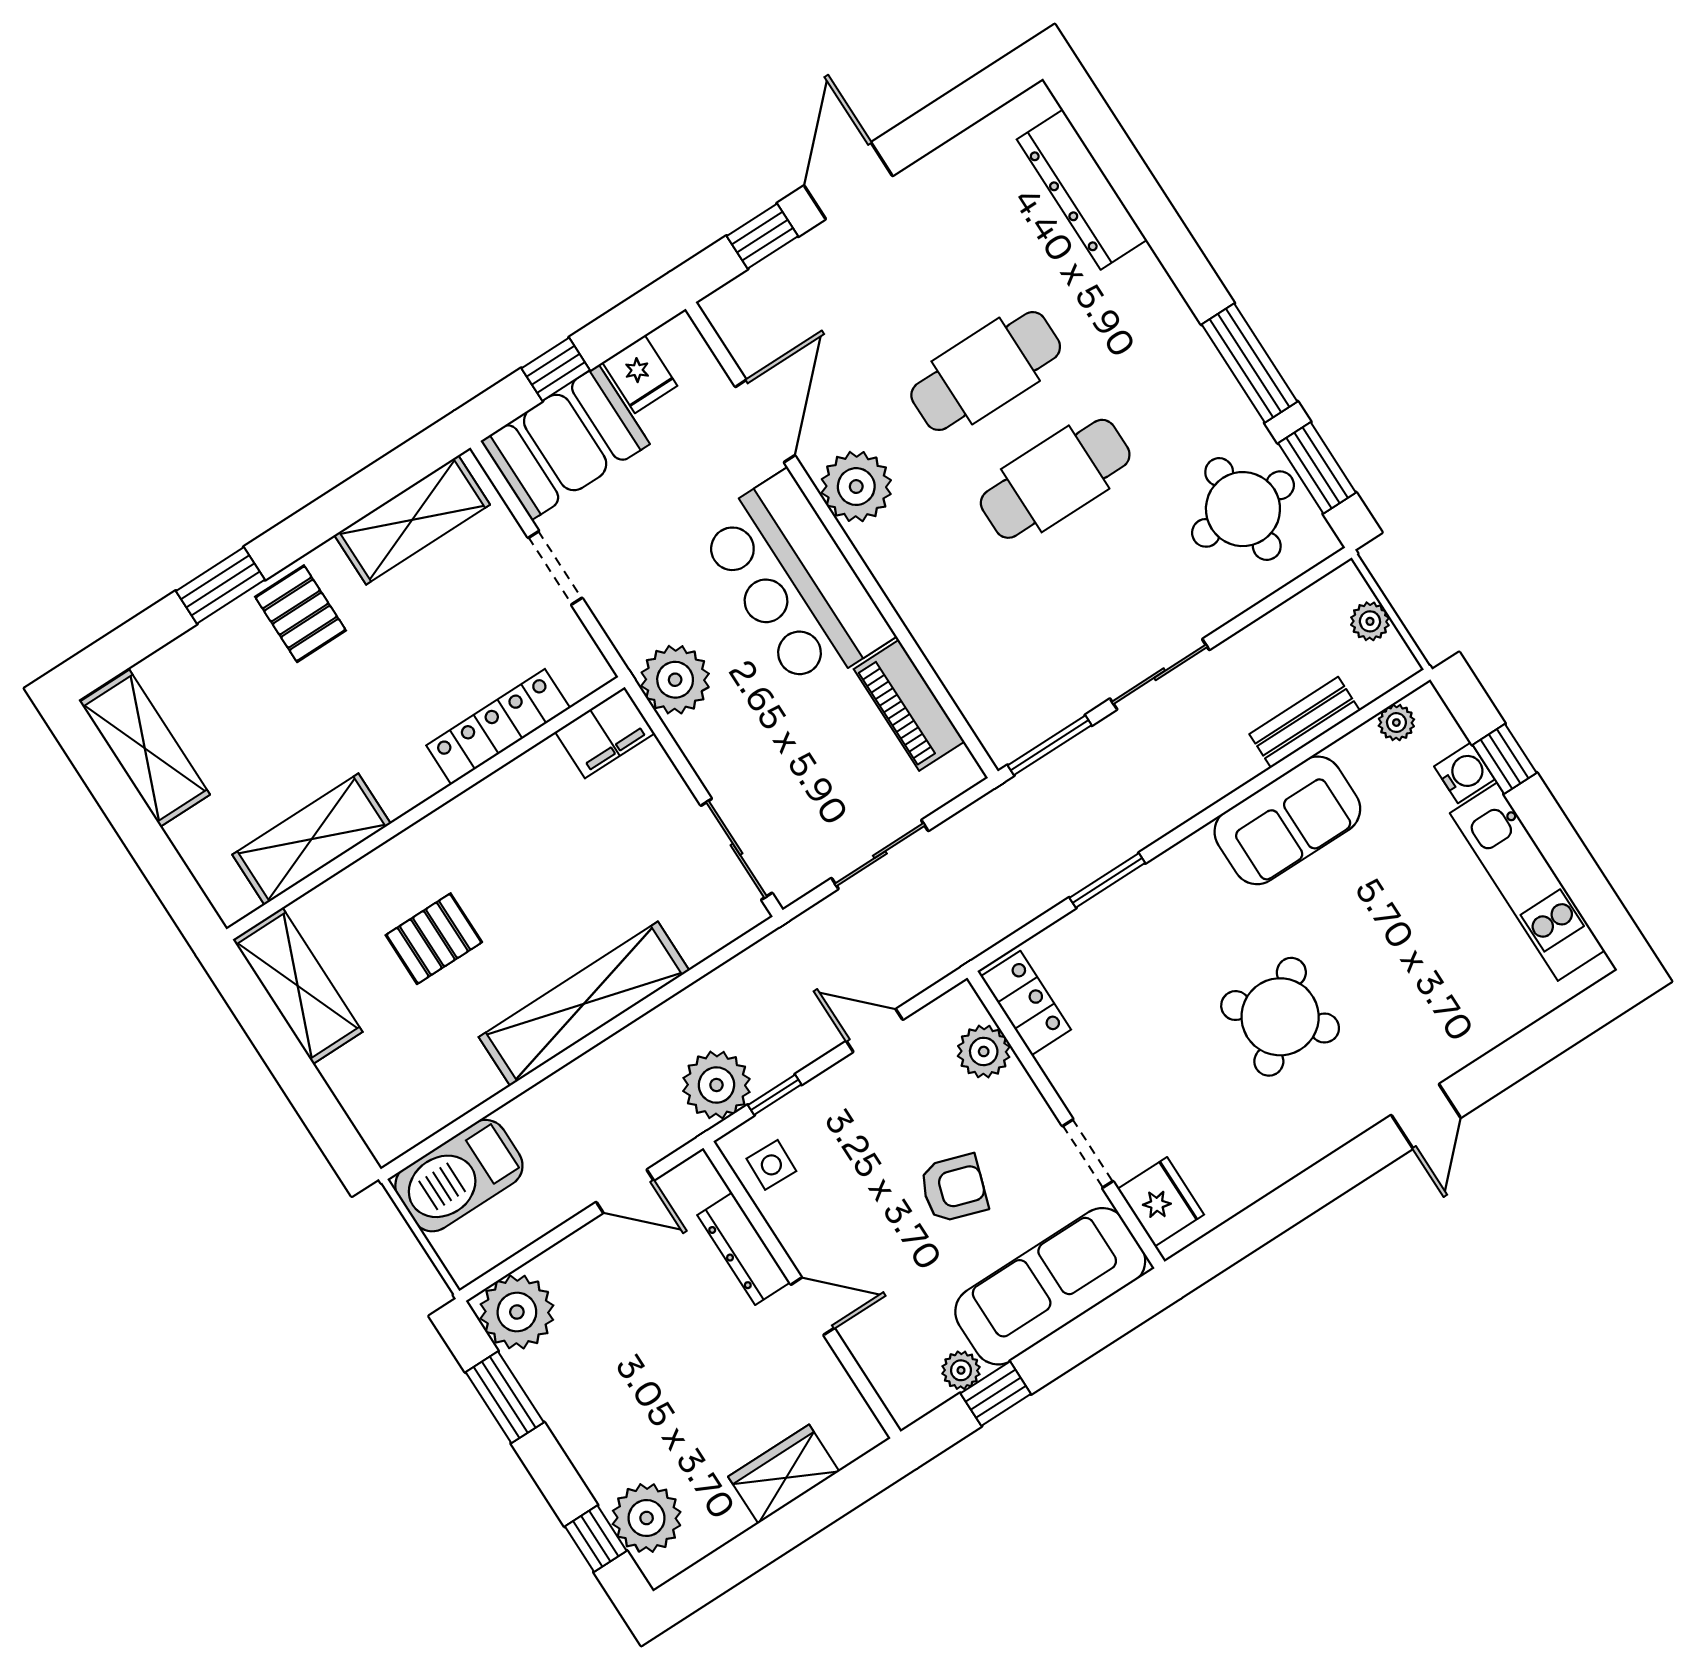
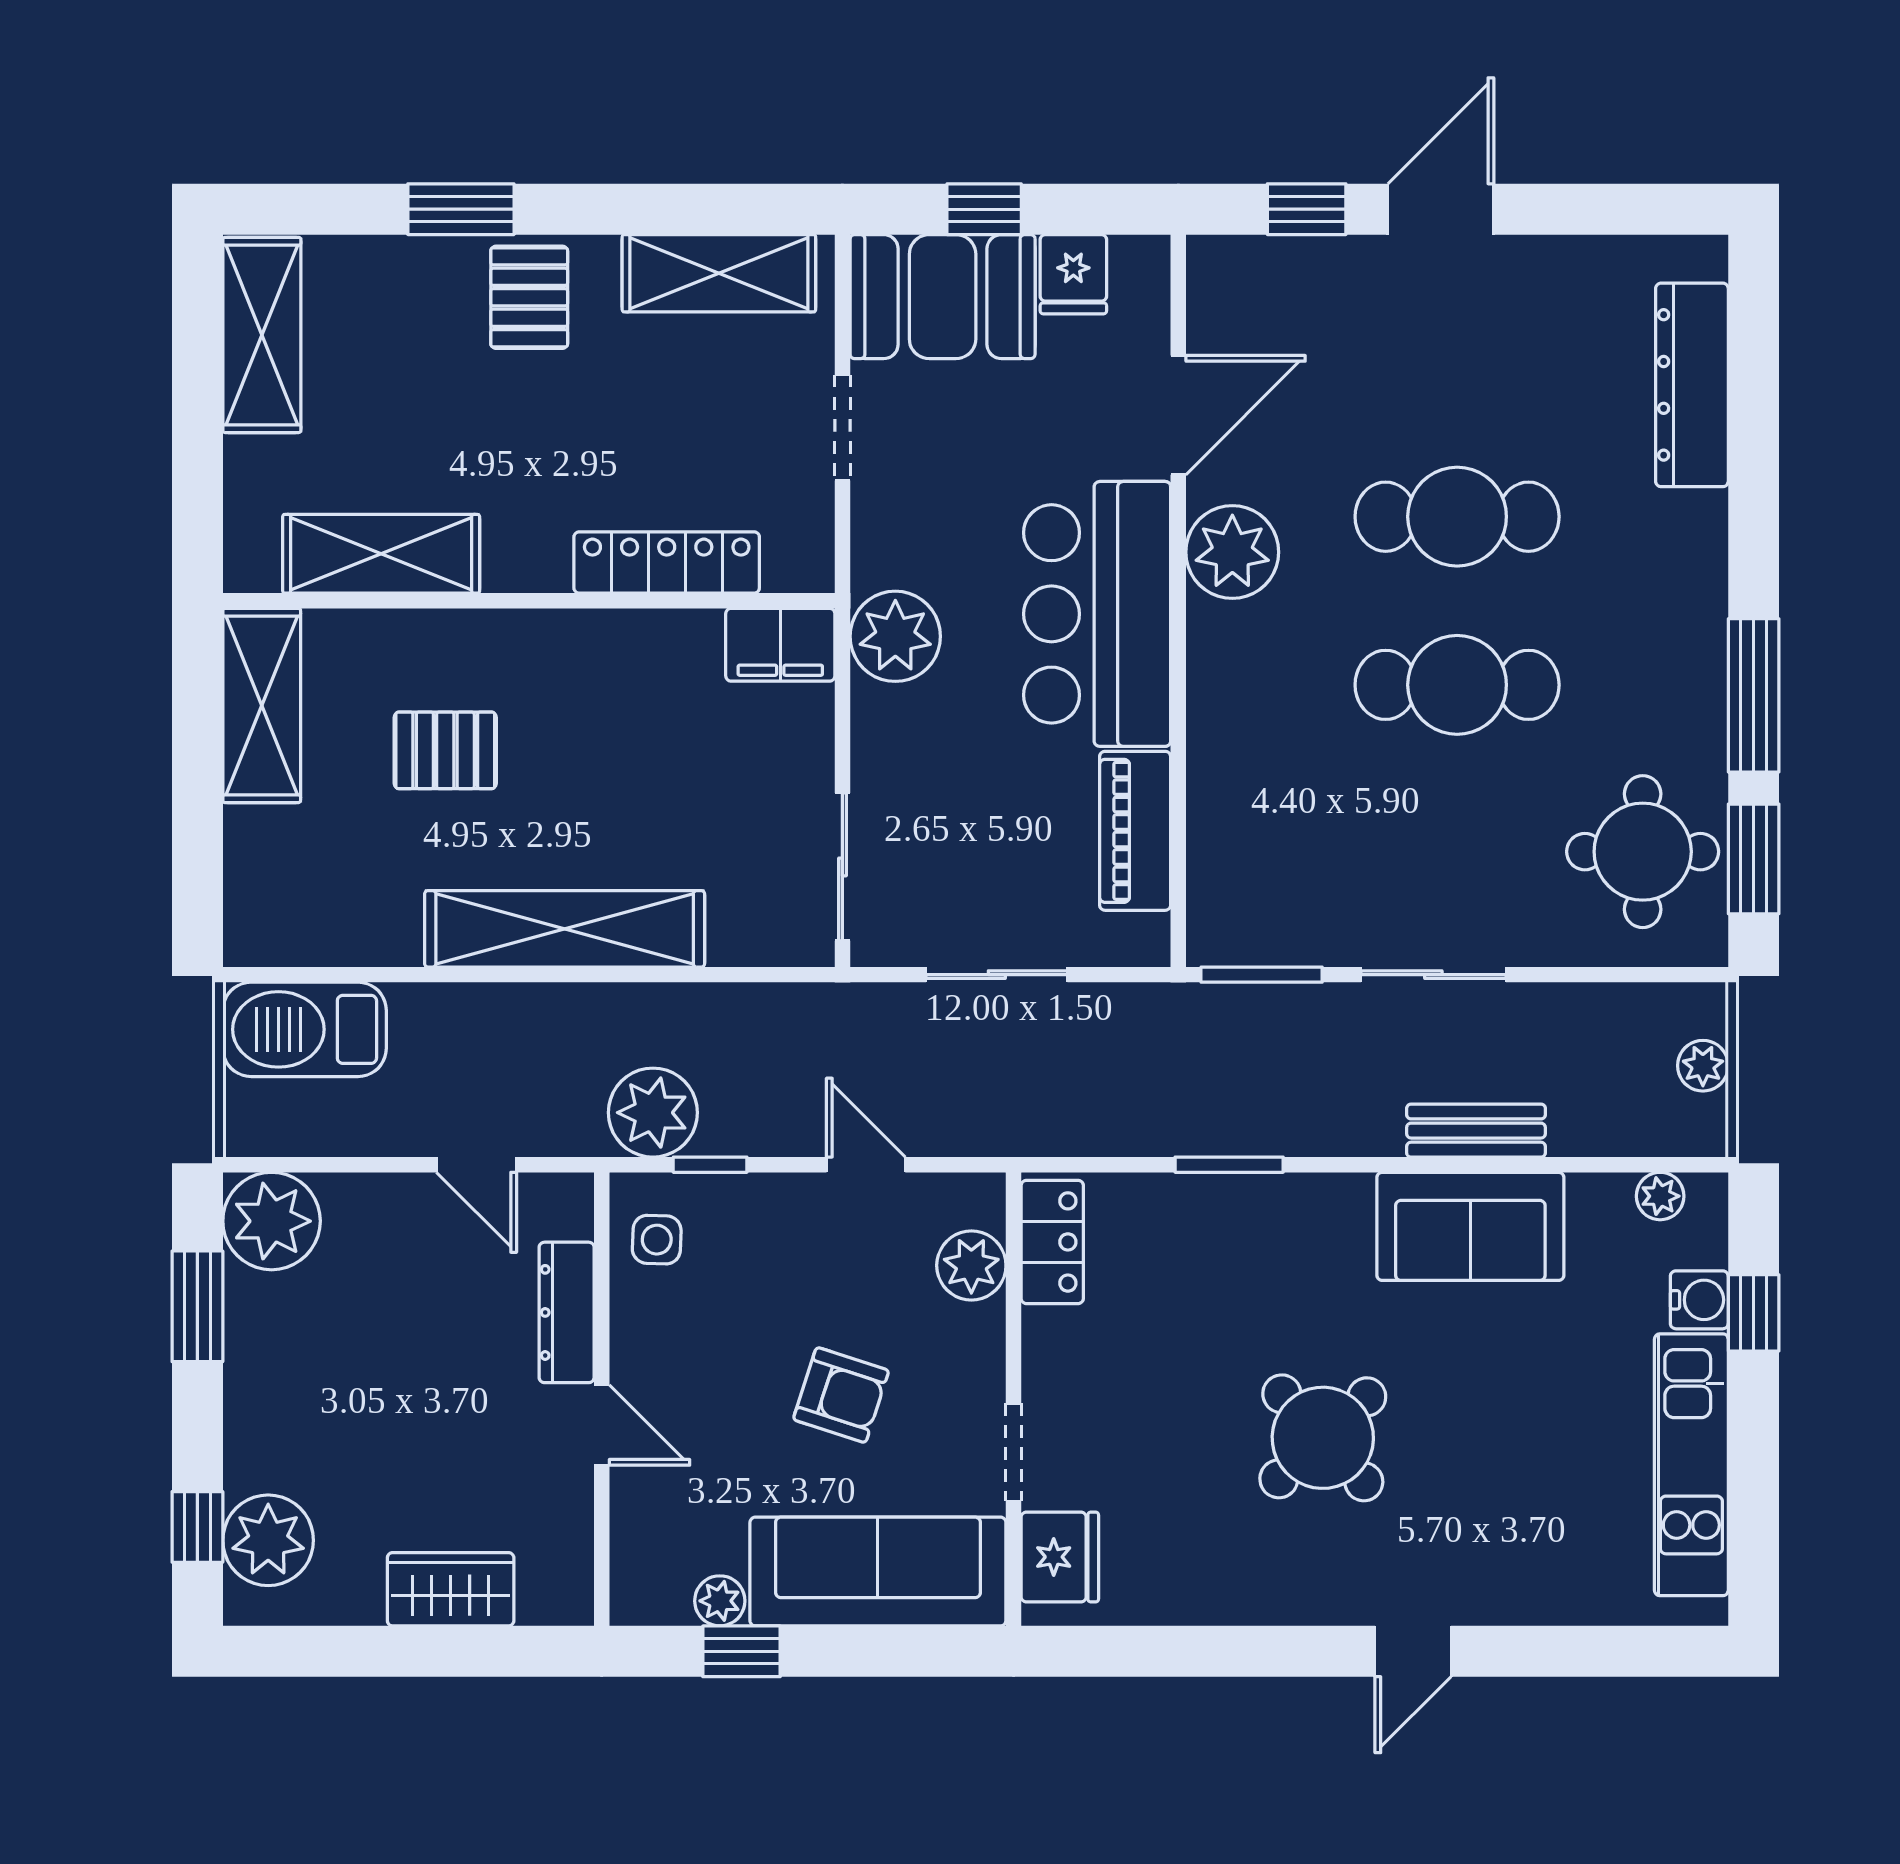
bench: (1305, 722) -> (1476, 1131), moved

